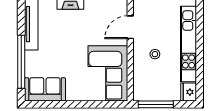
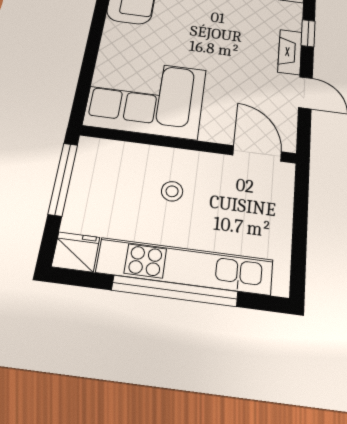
door: (130, 27) -> (257, 153), moved
window: (200, 47) -> (175, 291), added

